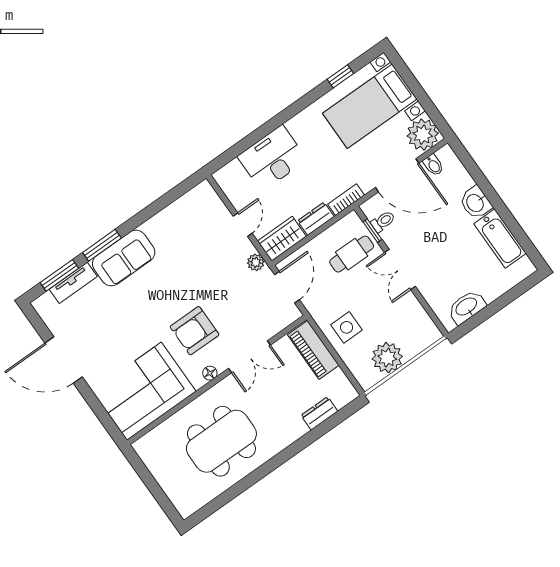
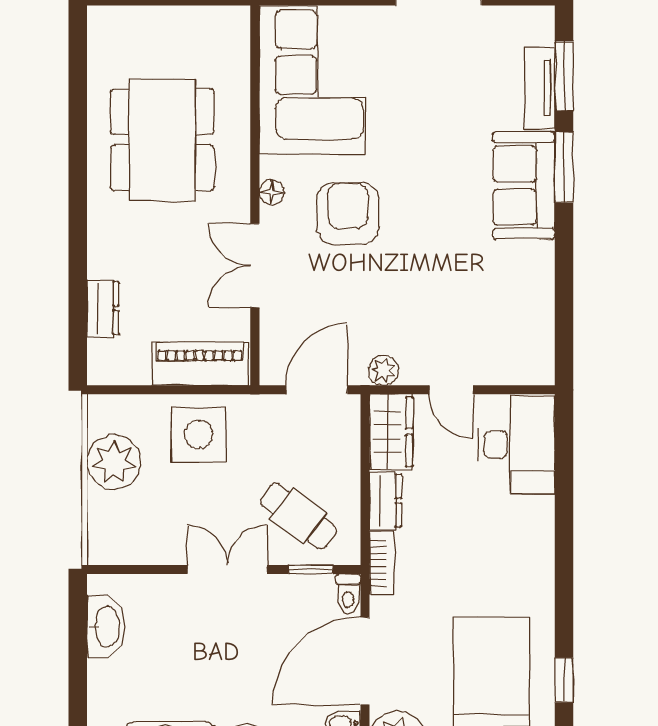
desk: (272, 158) -> (516, 445), moved
toilet: (383, 221) -> (348, 594), moved
cafe table: (352, 254) -> (298, 516), turned -53
door: (287, 287) -> (317, 390), swing flipped
side table: (347, 327) -> (199, 434), width x1.37, depth x1.37

